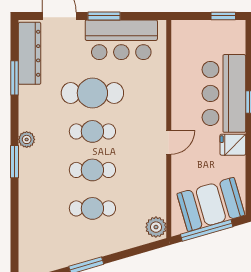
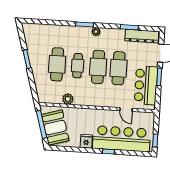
bar counter: (224, 93) -> (121, 139), width x1.36
cafe table: (92, 131) -> (98, 67), width x1.37, depth x1.35
door: (169, 142) -> (126, 109), moved
cafe table: (92, 208) -> (57, 64), width x1.37, depth x1.35
plant: (156, 227) -> (68, 99), moved

